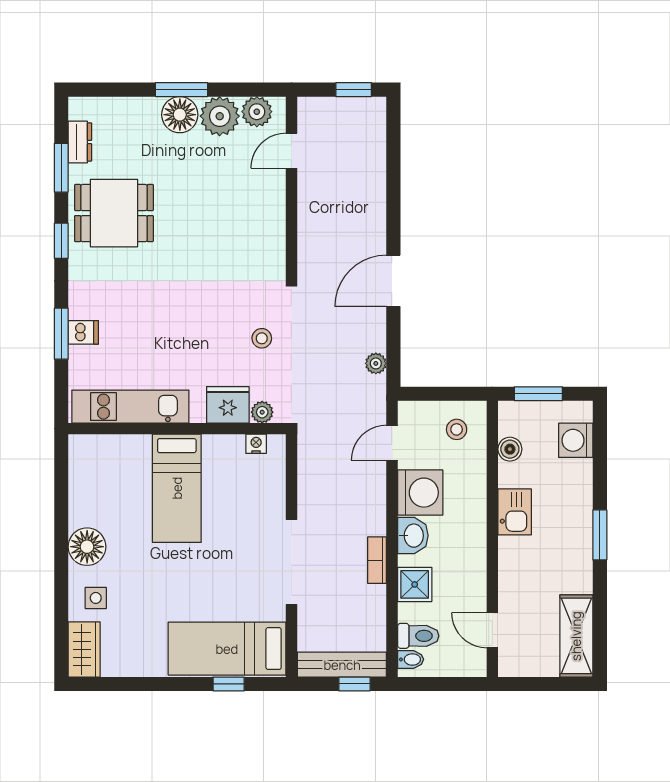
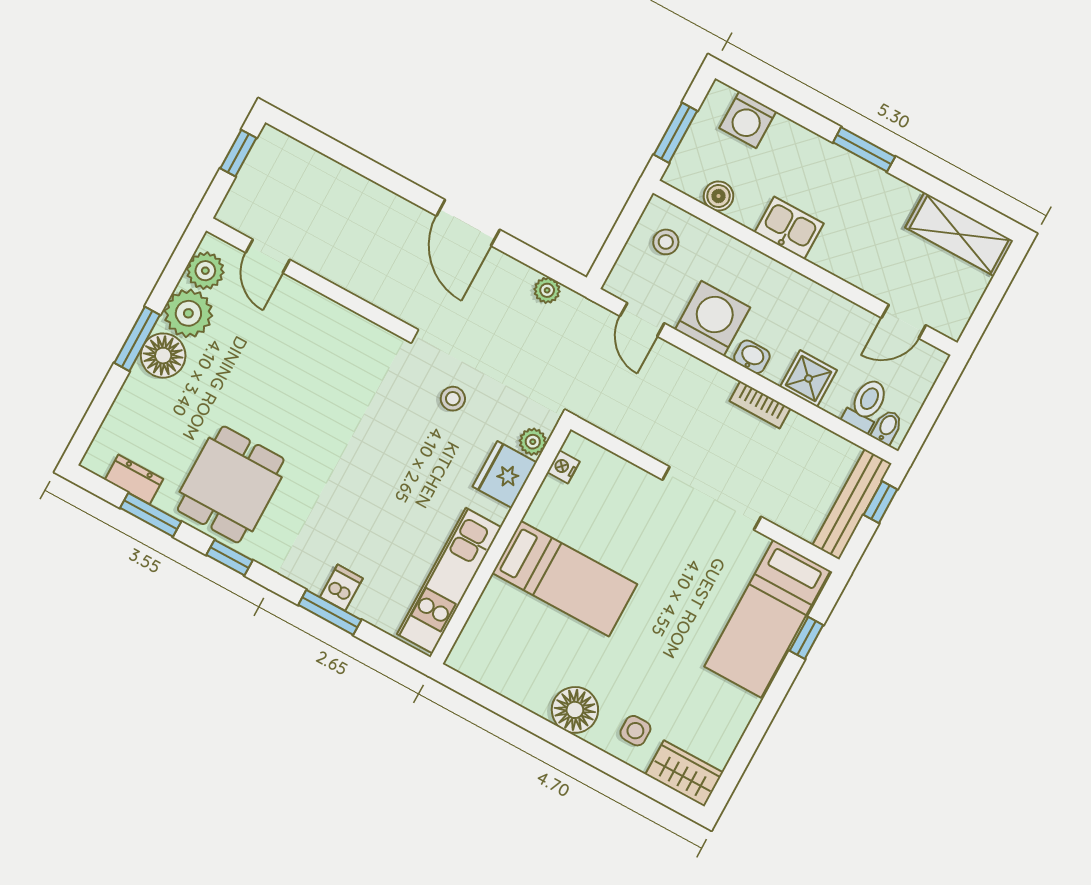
washbasin: (413, 536) -> (752, 357), width x0.72, depth x0.69

